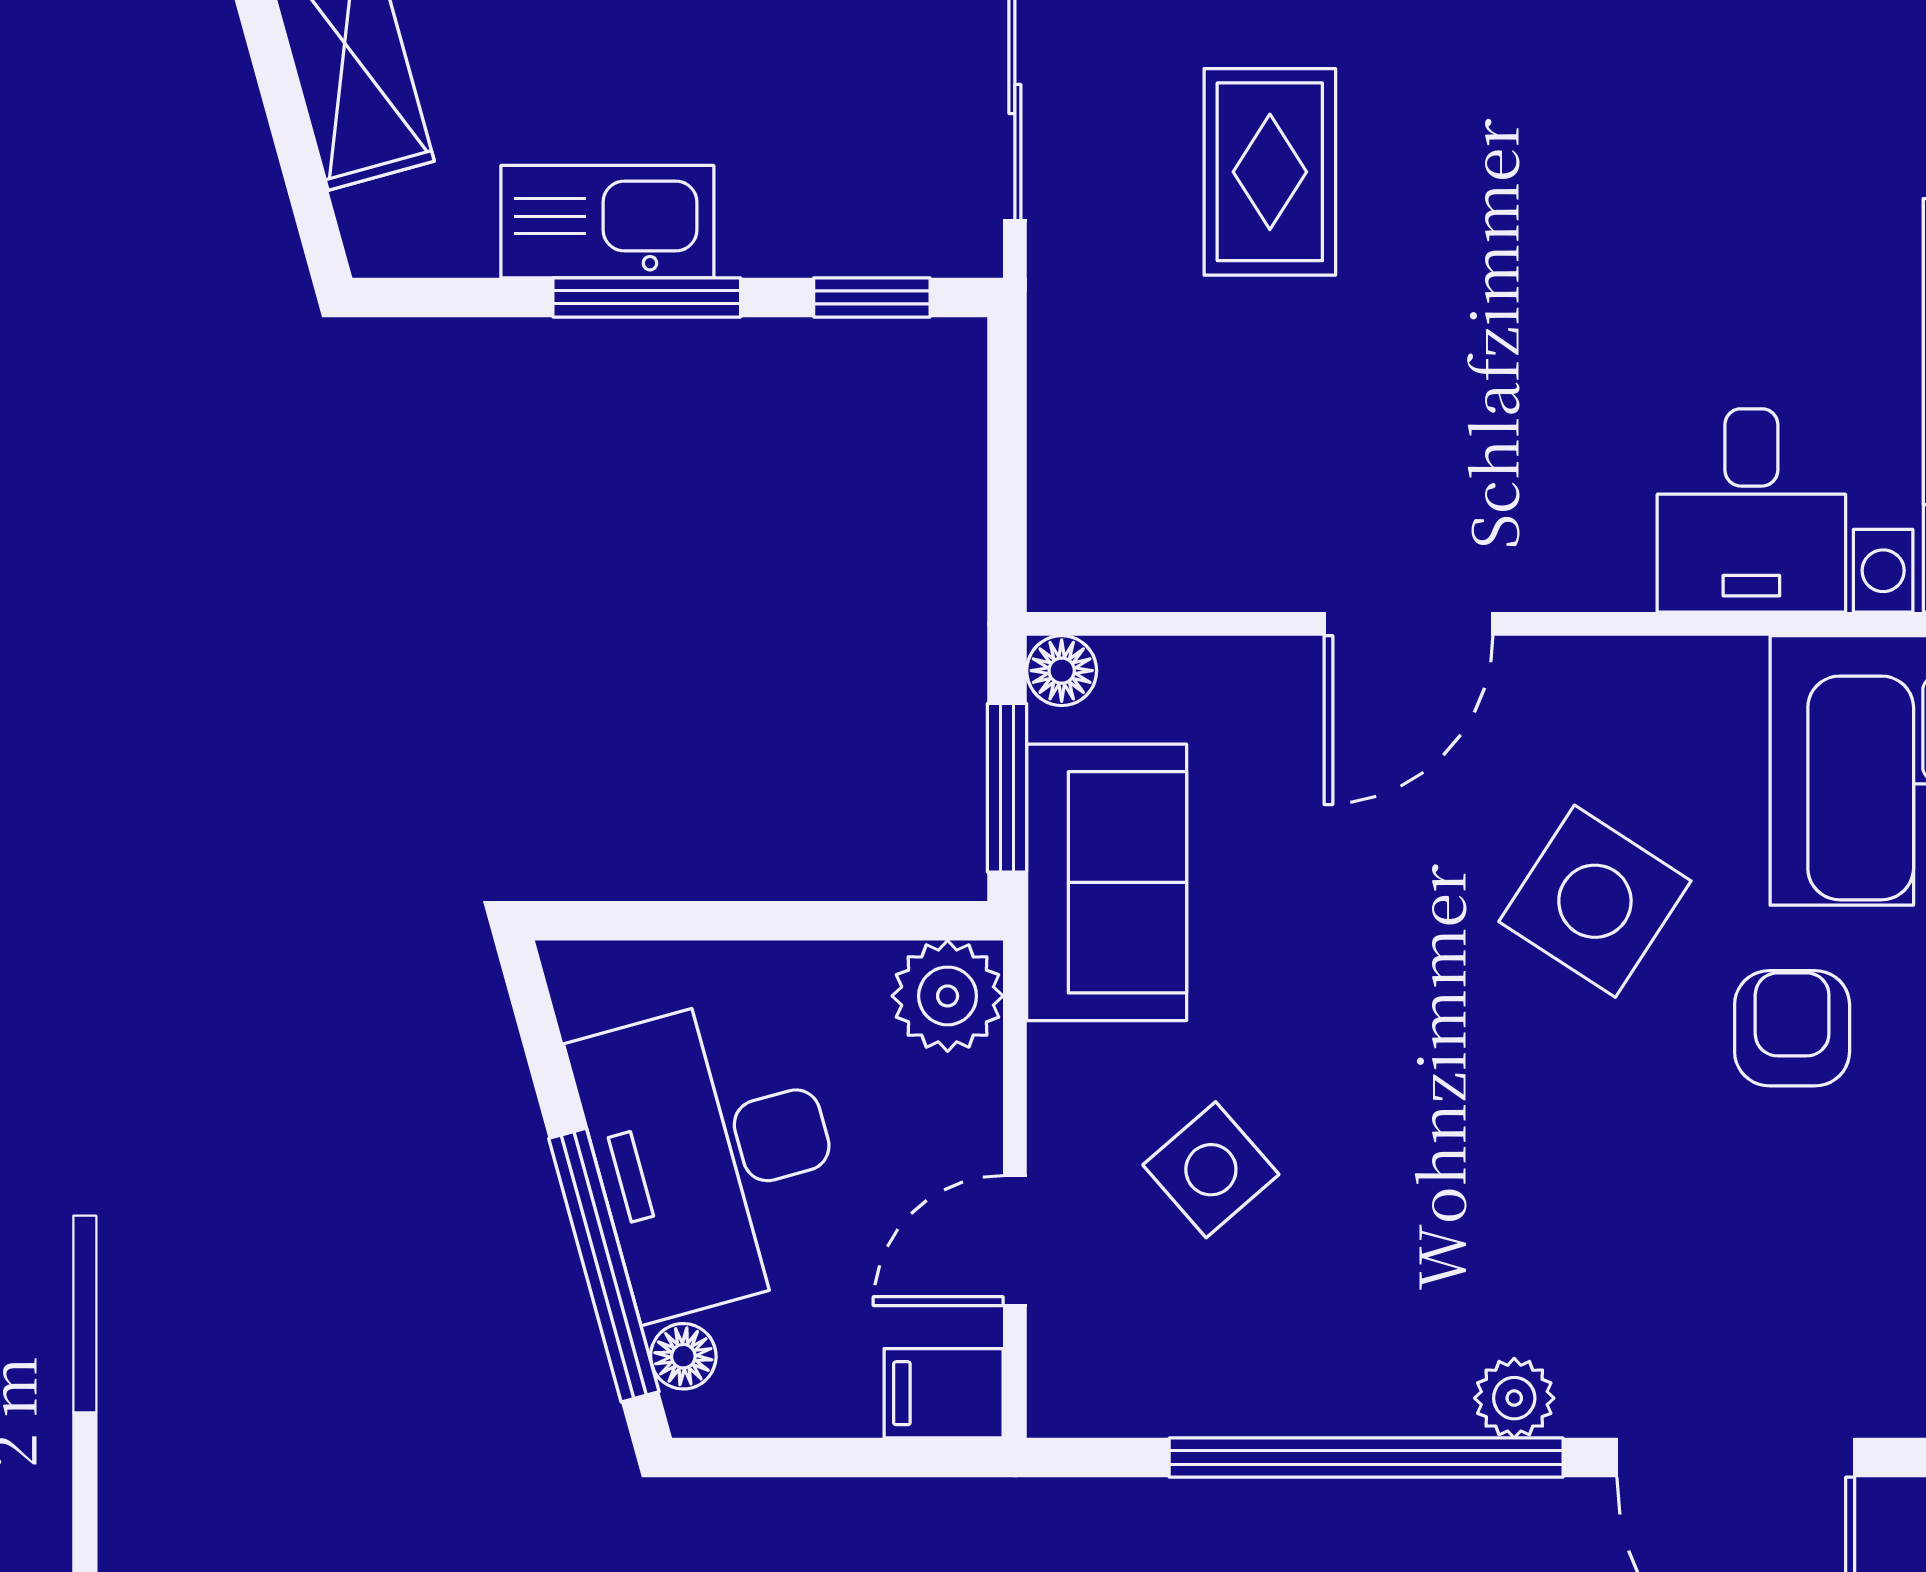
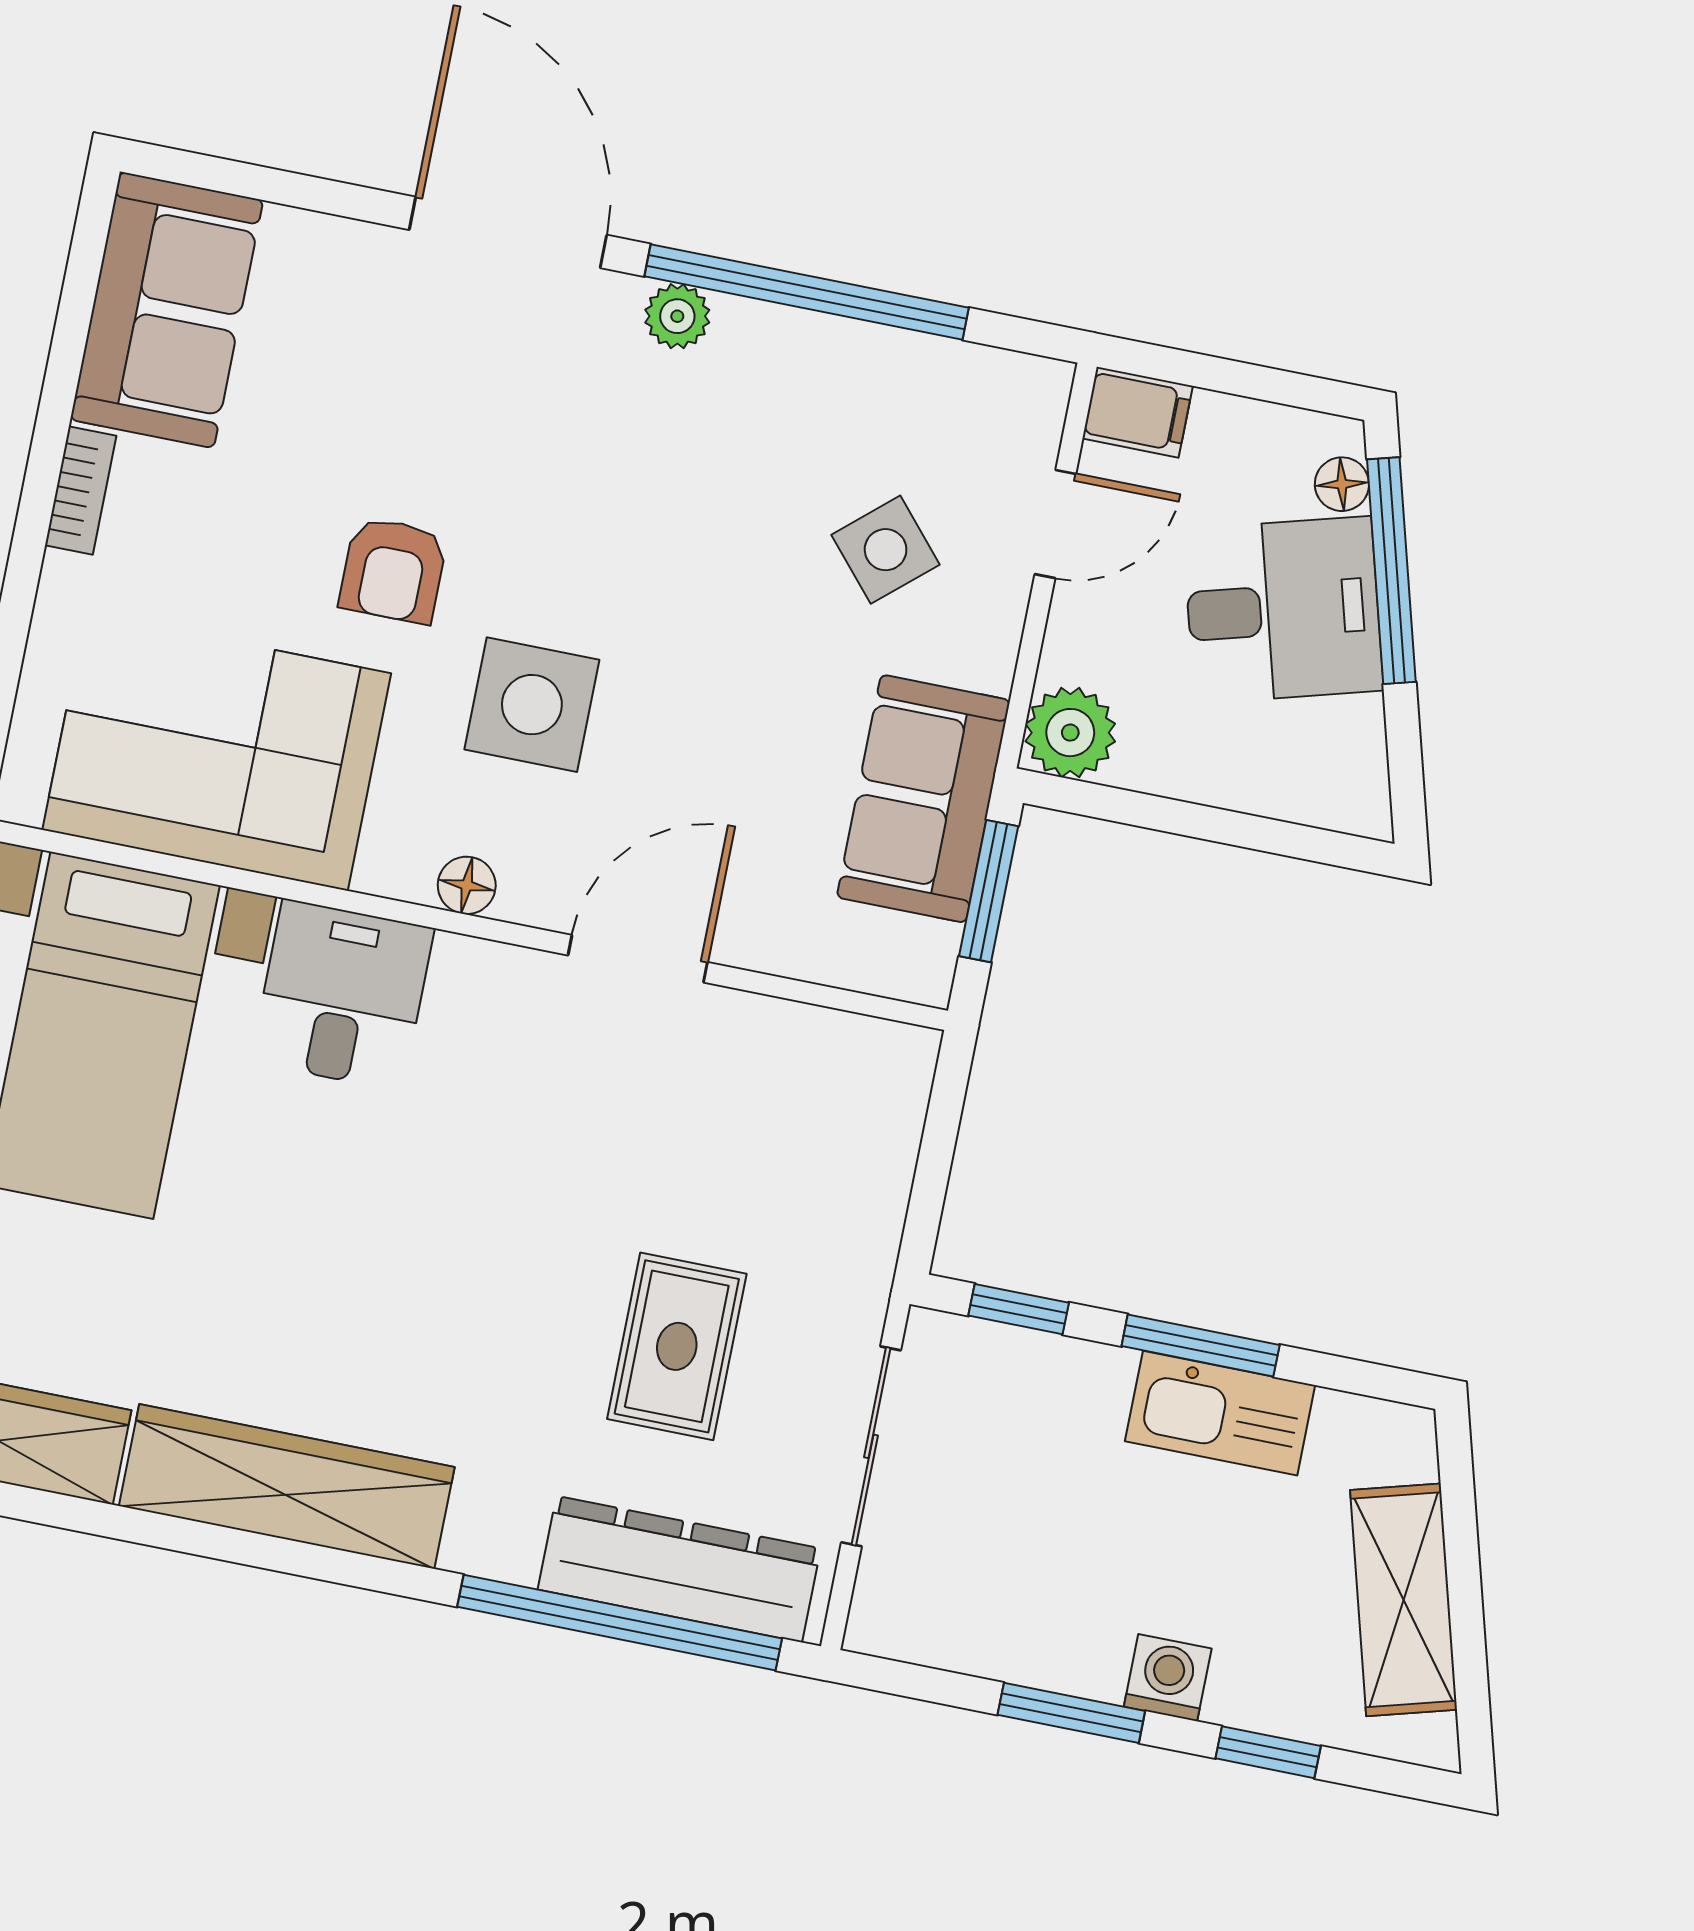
floor lamp: (1062, 671) -> (467, 885), moved
side table: (1595, 901) -> (532, 705), turned -33
desk: (713, 1154) -> (1283, 610), width x0.73

